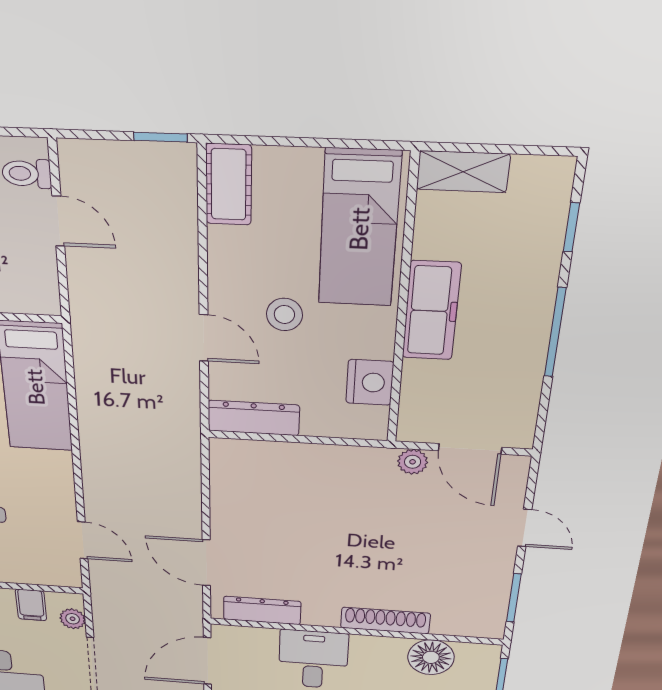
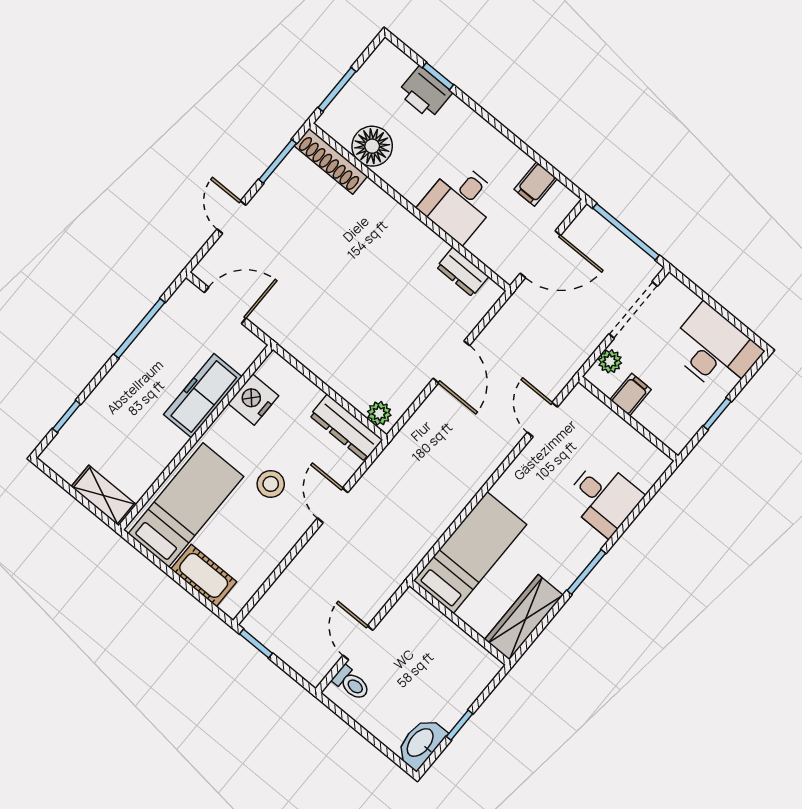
cot: (229, 185) -> (204, 575), moved, turned 90
freezer: (431, 311) -> (203, 396), moved
window: (555, 333) -> (139, 328), moved
door: (470, 449) -> (225, 305), hinge flipped
plant: (413, 462) -> (379, 413), moved
door: (206, 563) -> (451, 362), moved
dresser: (262, 610) -> (463, 272), width x0.70
shoe rack: (385, 620) -> (331, 161), moved

